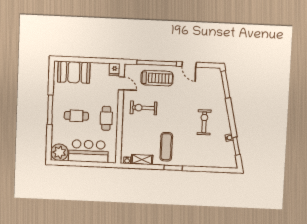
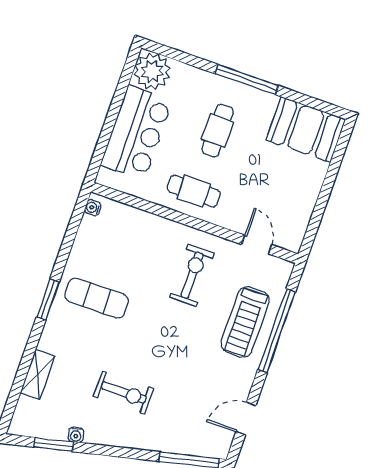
door: (189, 64) -> (246, 419), moved
fridge: (115, 69) -> (290, 239), removed
booth: (74, 72) -> (306, 130), moved, turned 90
door: (121, 83) -> (257, 245), swing flipped
shelving: (142, 160) -> (38, 374), moved

